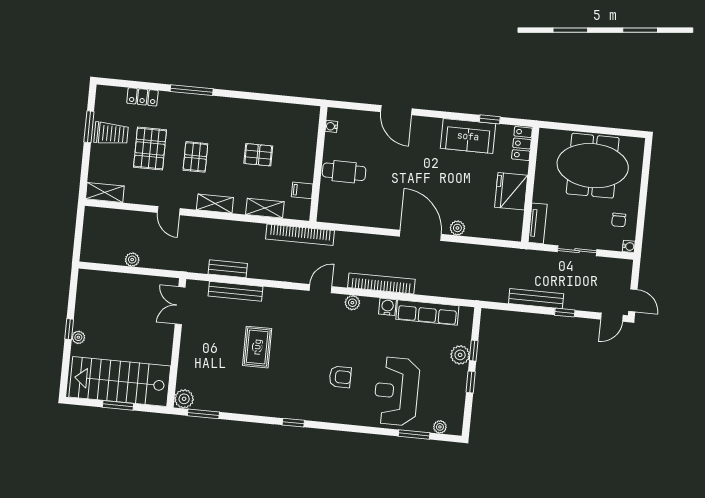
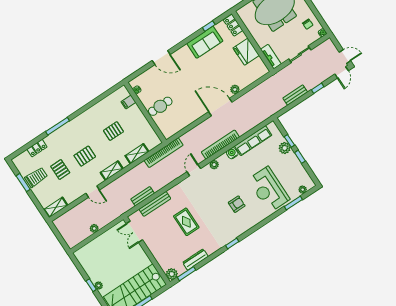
pallet: (150, 149) -> (60, 169), width x0.67, depth x0.71
pallet: (195, 157) -> (85, 156), turned 90
filing cabinet: (302, 190) -> (128, 102), moved
bench: (536, 299) -> (295, 95), width x0.73
dresser: (230, 405) -> (195, 260), added

